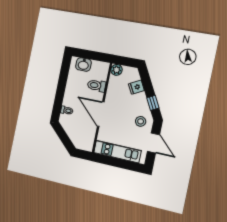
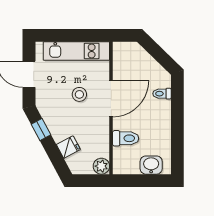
door: (101, 114) -> (111, 99), hinge flipped
stool: (141, 121) -> (79, 94), moved

